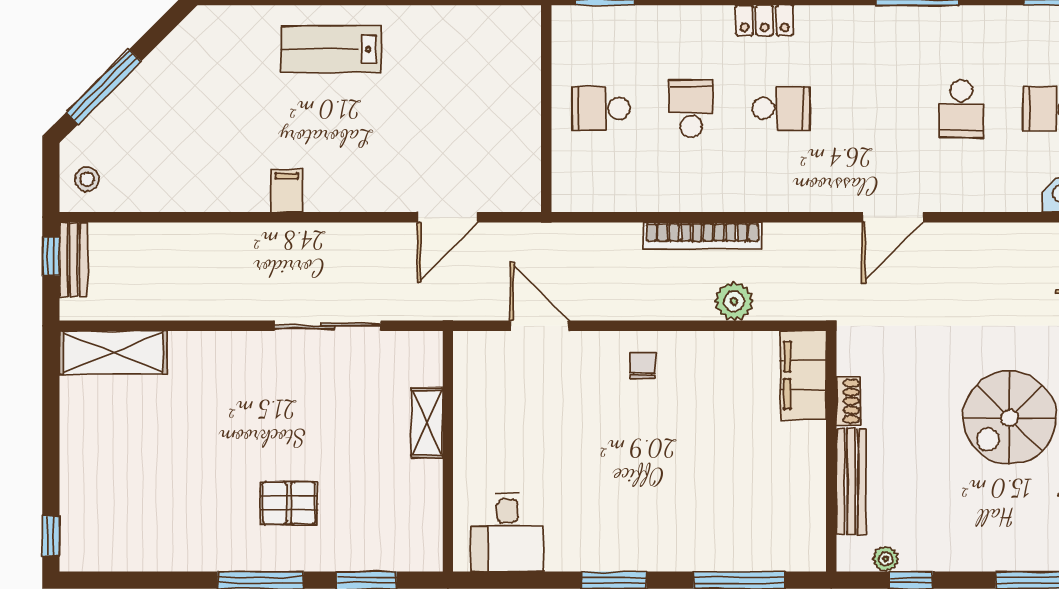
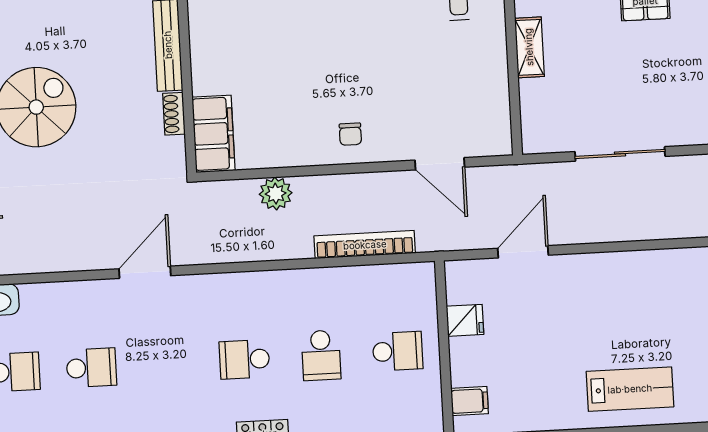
school desk: (961, 109) -> (91, 368), turned 90
fridge: (520, 140) -> (465, 320), added
filing cabinet: (287, 191) -> (470, 401), moved, turned -90
bookcase: (703, 236) -> (365, 245), moved
shelving: (427, 423) -> (529, 47), moved

